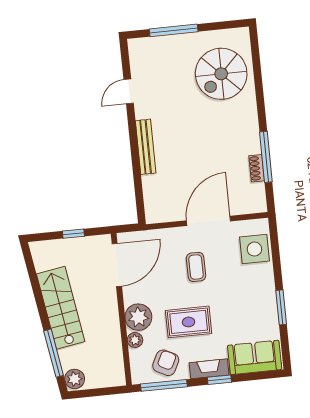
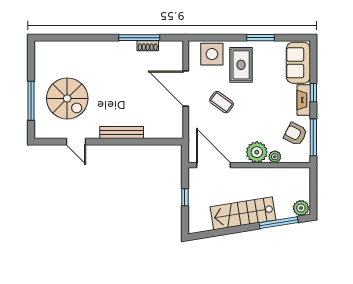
spiral stairs: (221, 74) -> (67, 98), moved
coffee table: (196, 267) -> (221, 102), turned 36
rug: (189, 322) -> (241, 65), moved

